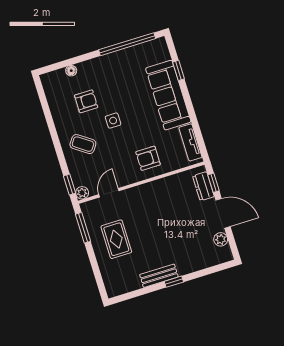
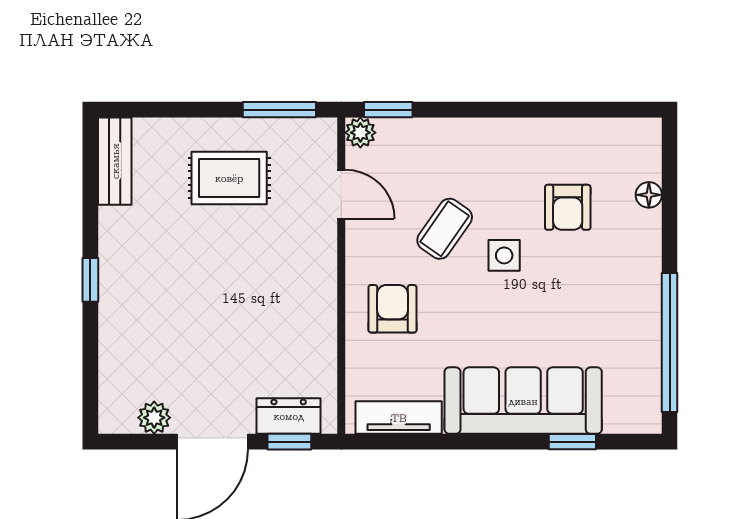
coffee table: (83, 144) -> (445, 229), moved
bench: (159, 276) -> (115, 161), moved

